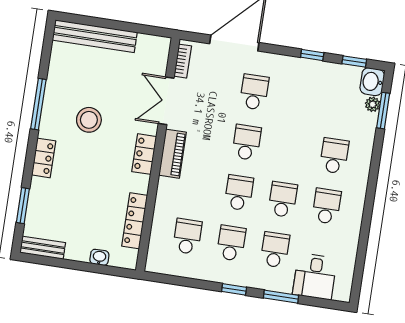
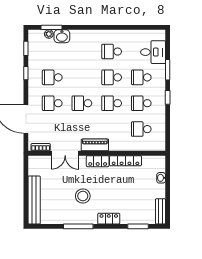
washbasin: (372, 82) -> (62, 36), moved
school desk: (334, 156) -> (52, 77), moved
locker: (135, 221) -> (125, 161), moved

